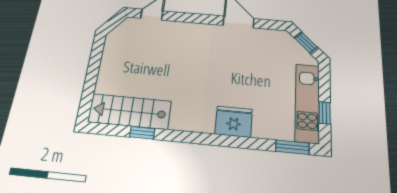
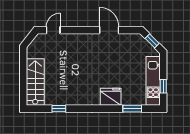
stairs: (130, 112) -> (35, 82), moved, turned 90
window: (292, 147) -> (132, 109), moved

